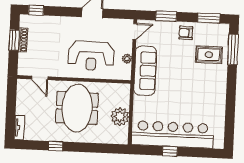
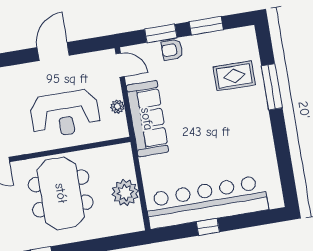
window: (209, 18) -> (206, 26), moved
door: (135, 31) -> (120, 65), hinge flipped
armchair: (186, 33) -> (172, 50), moved
window: (233, 49) -> (272, 87), moved

